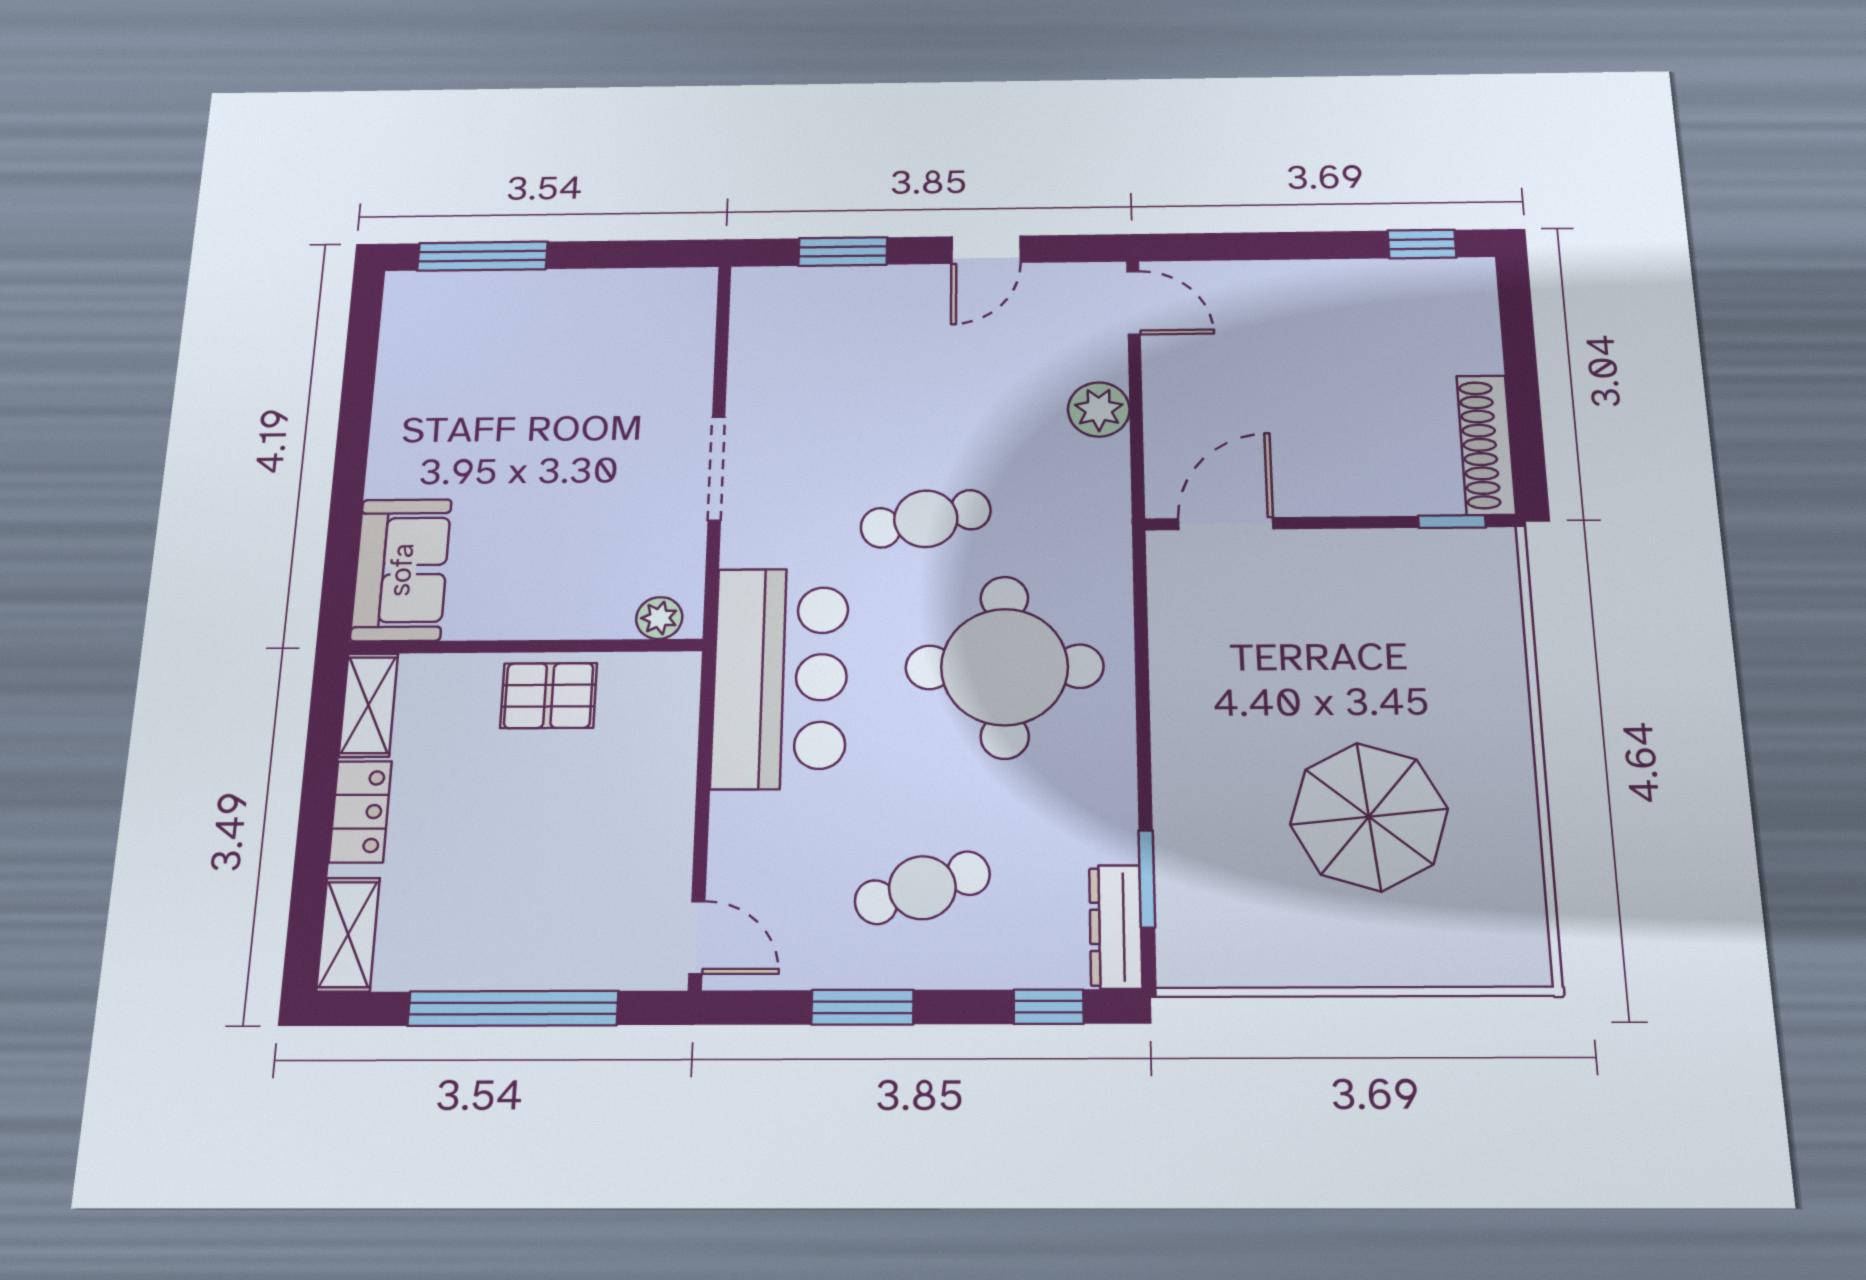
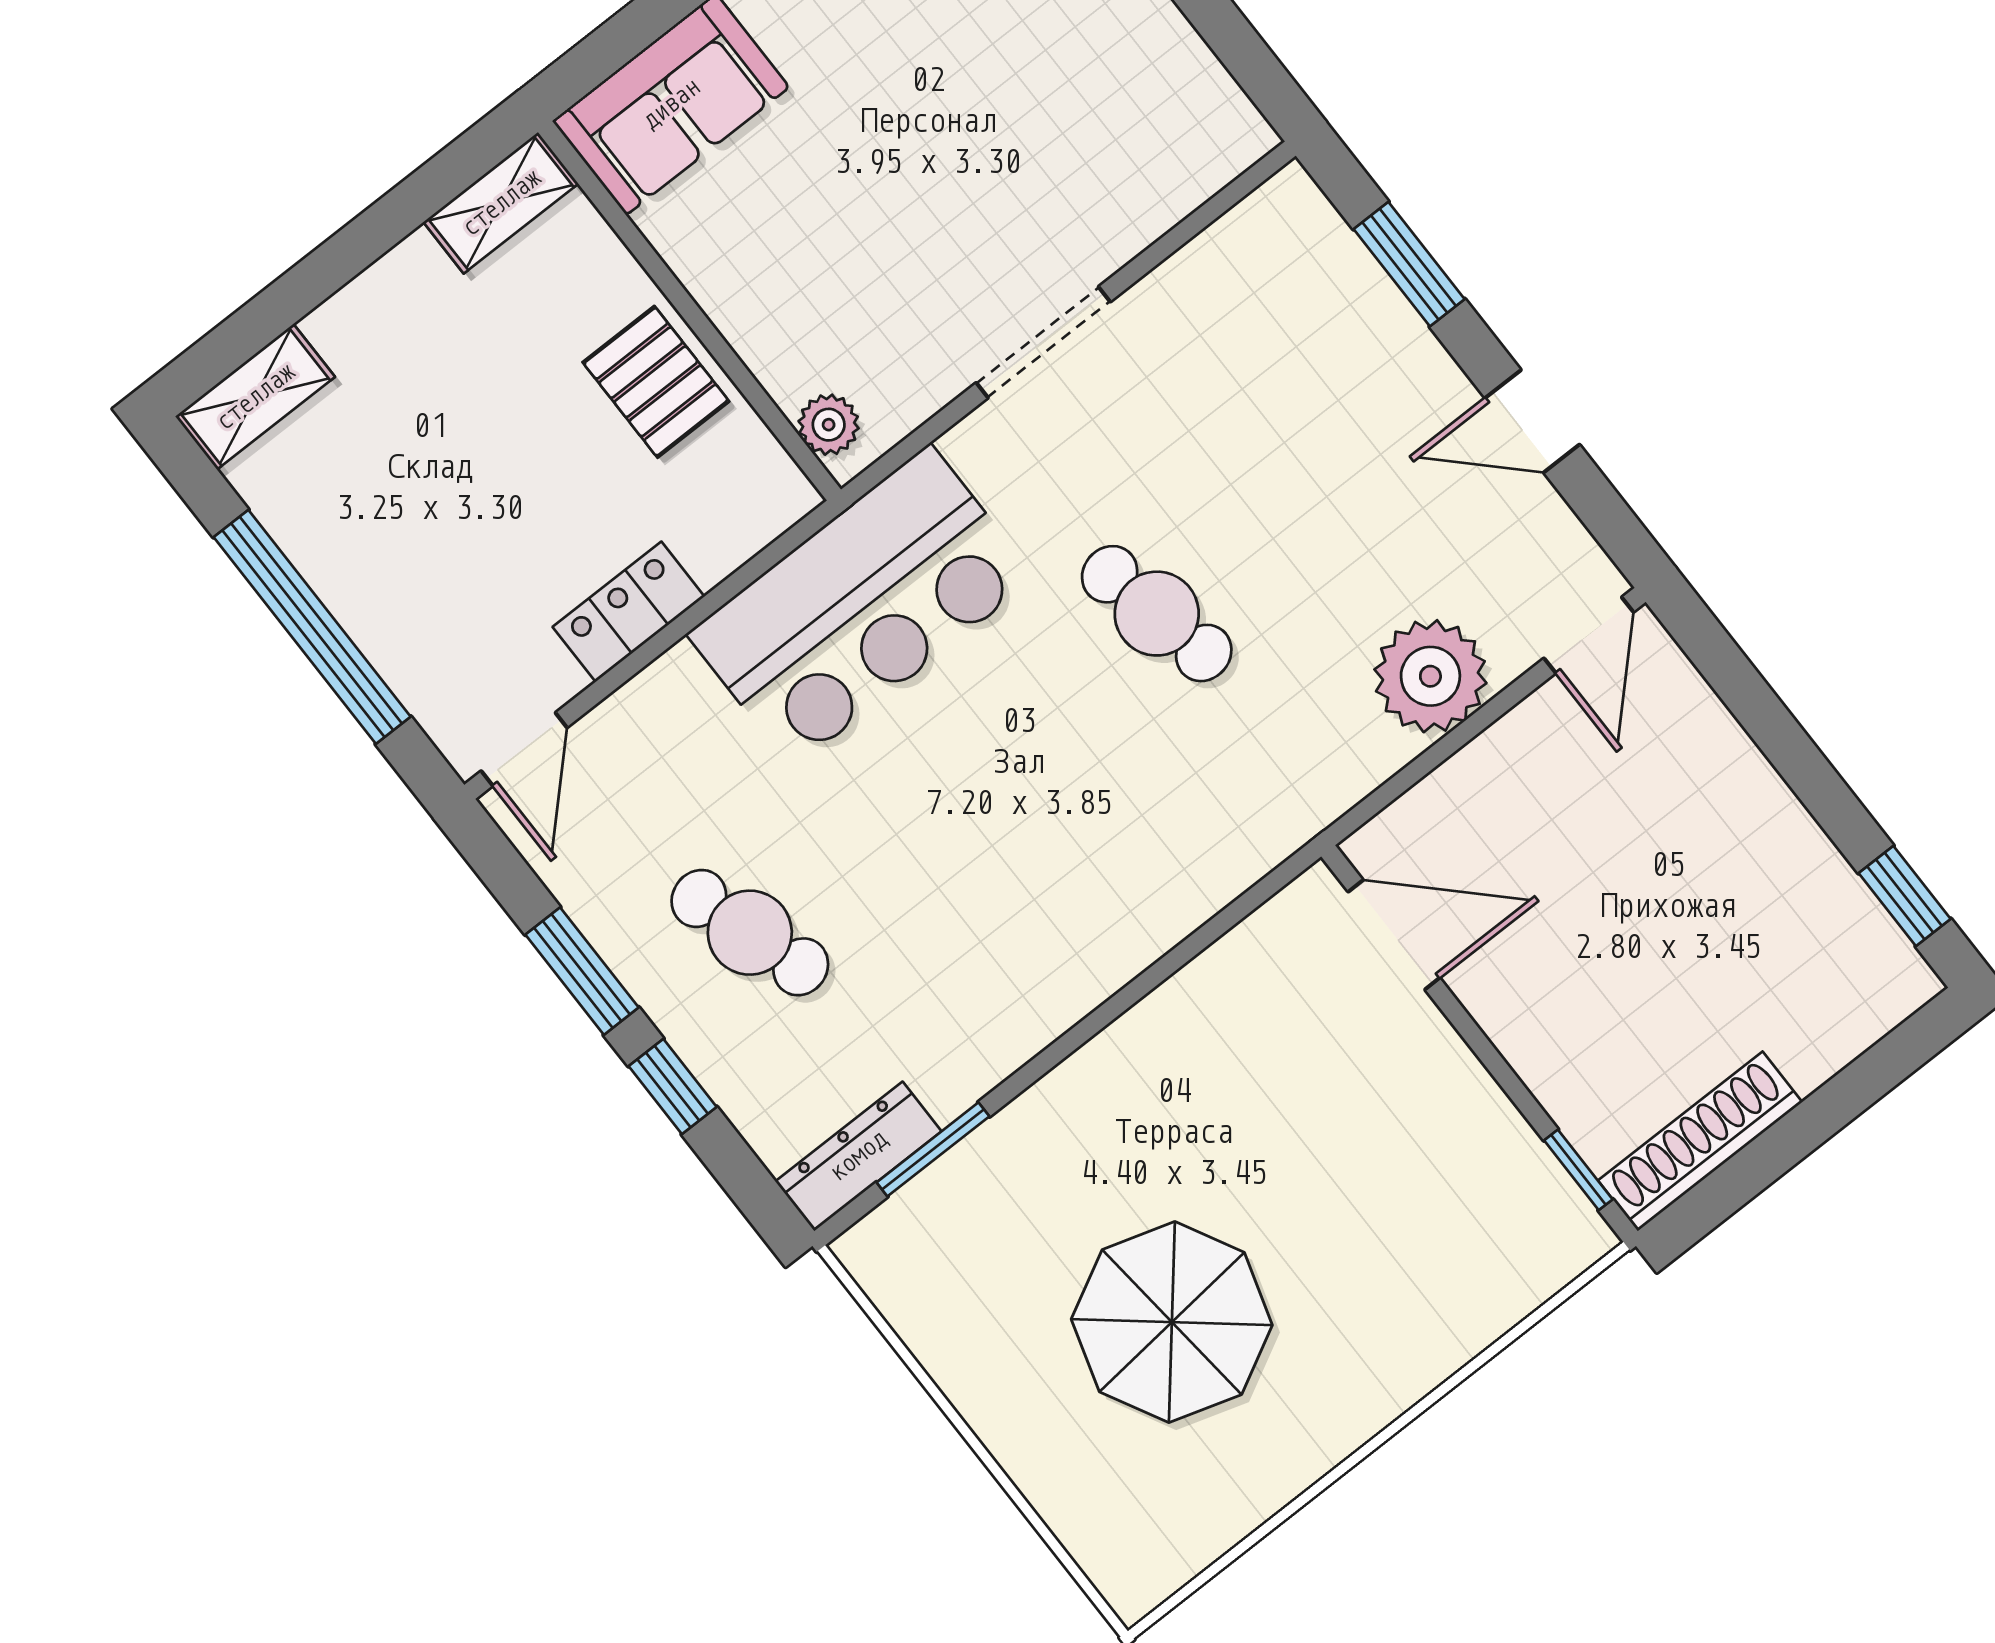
plant: (1099, 409) -> (1430, 676), width x1.36, depth x1.36
round table: (1005, 667) -> (1052, 829), removed
locker: (360, 812) -> (629, 612), moved, turned 180
window: (1049, 1007) -> (673, 1087), moved

